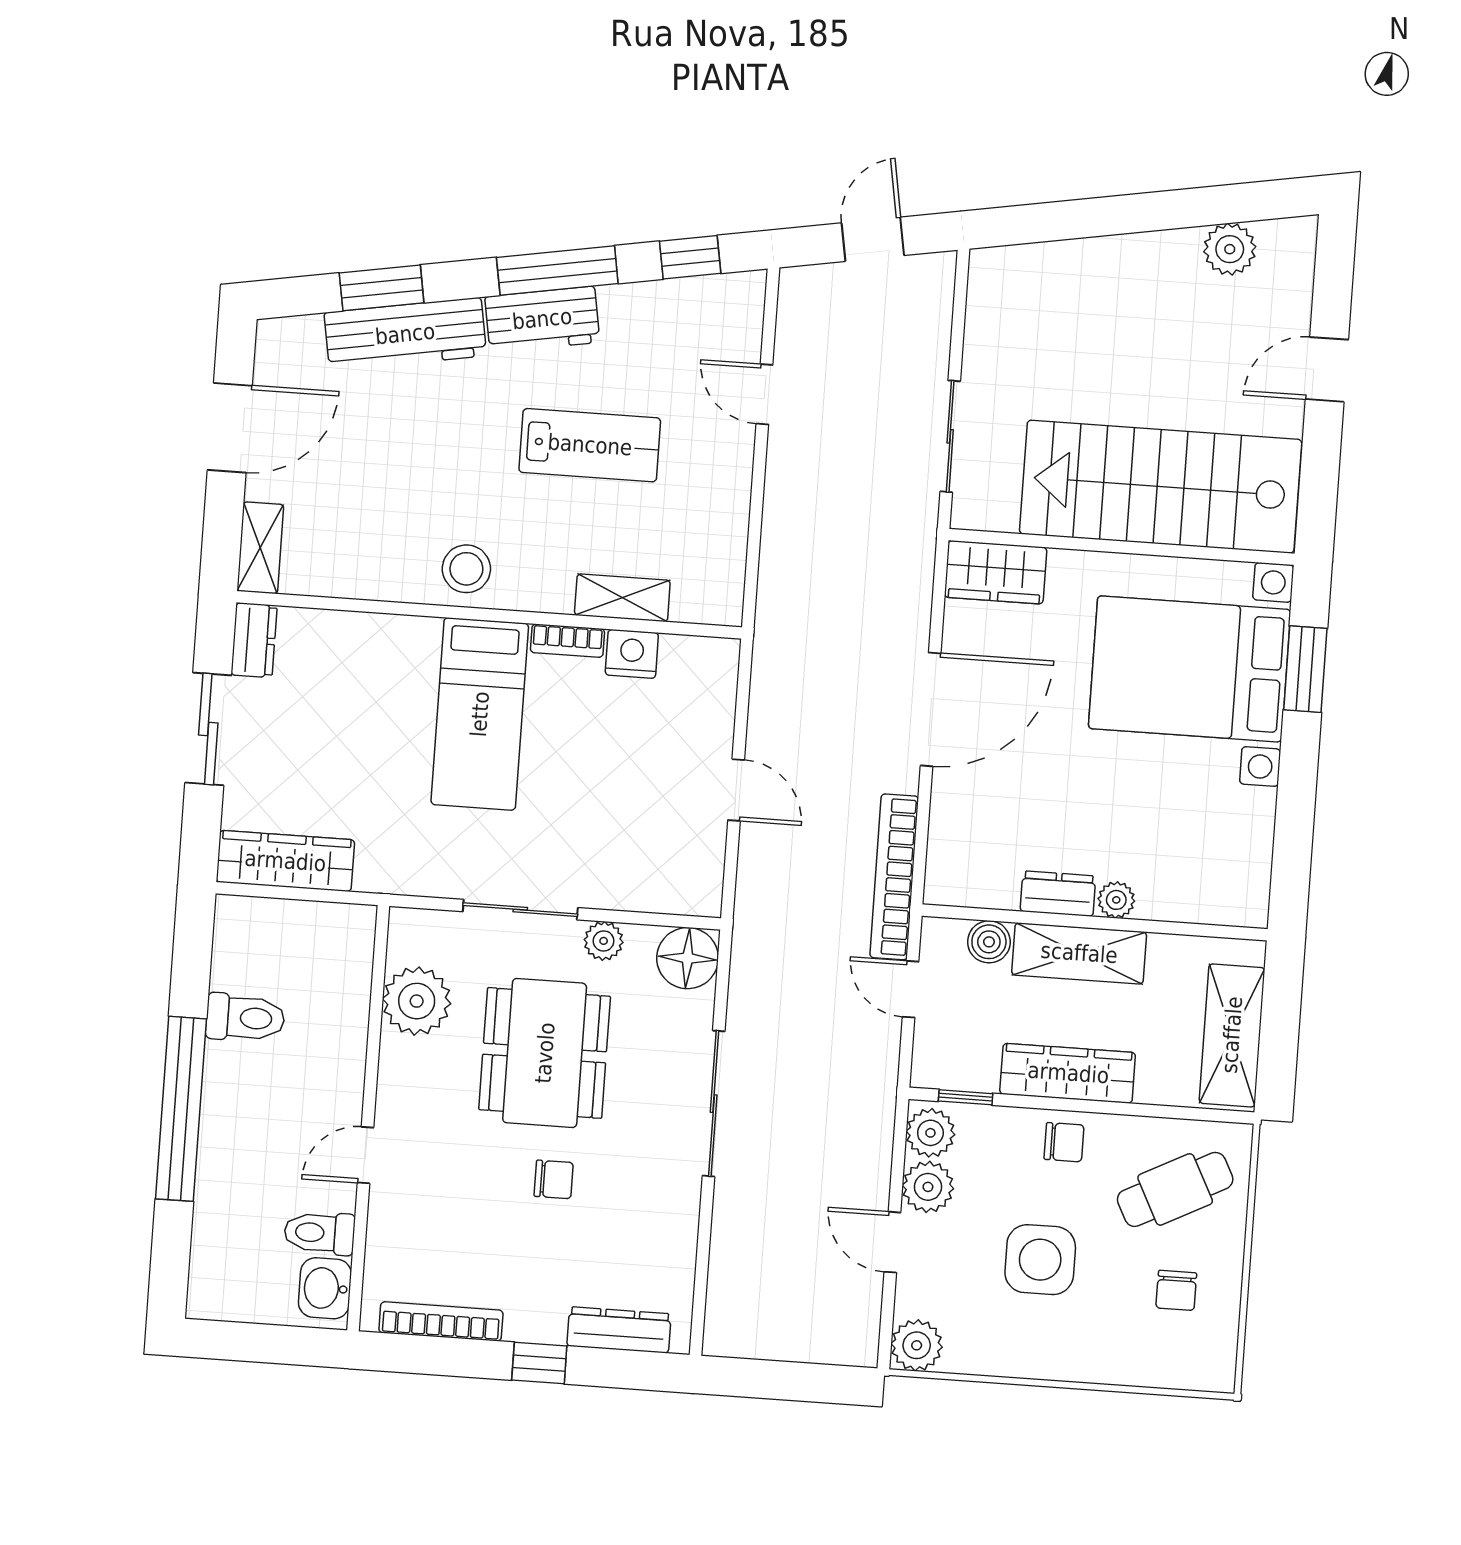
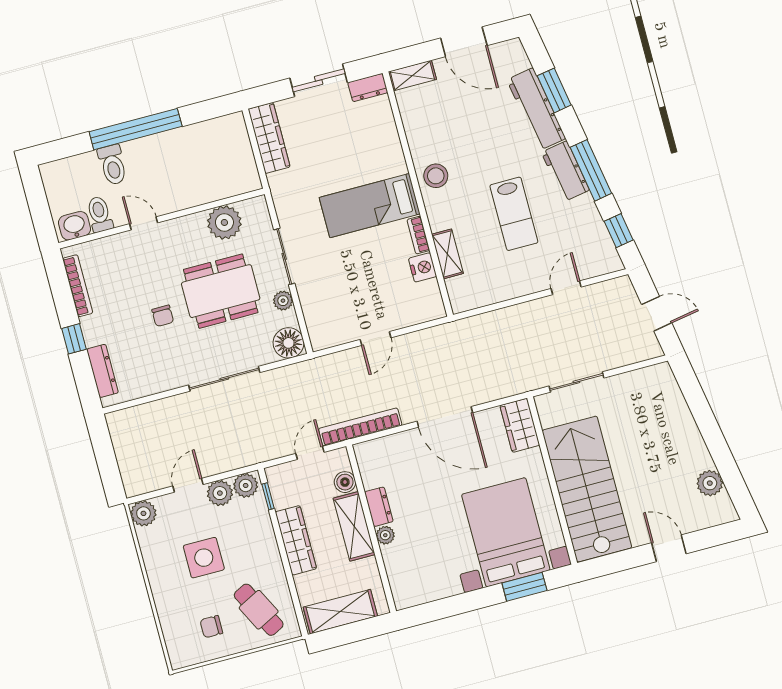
toilet: (245, 1018) -> (112, 165), moved
chair: (1064, 1142) -> (263, 550), removed

